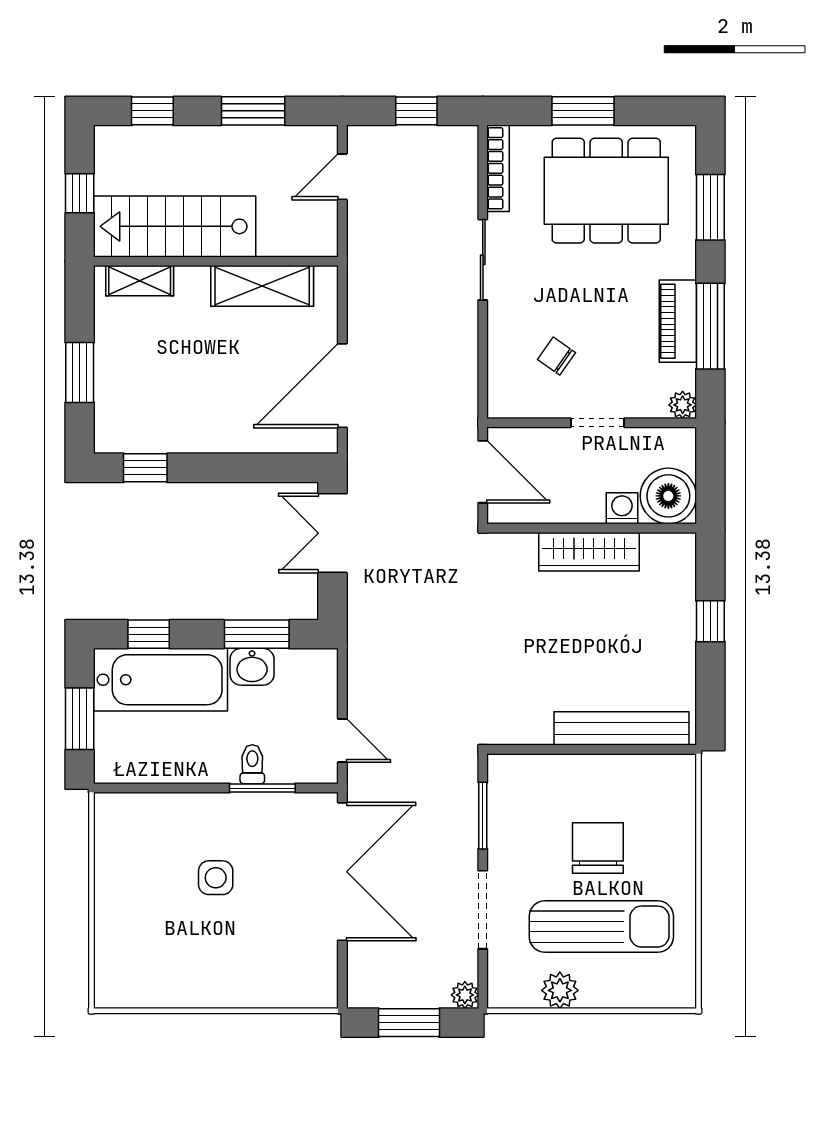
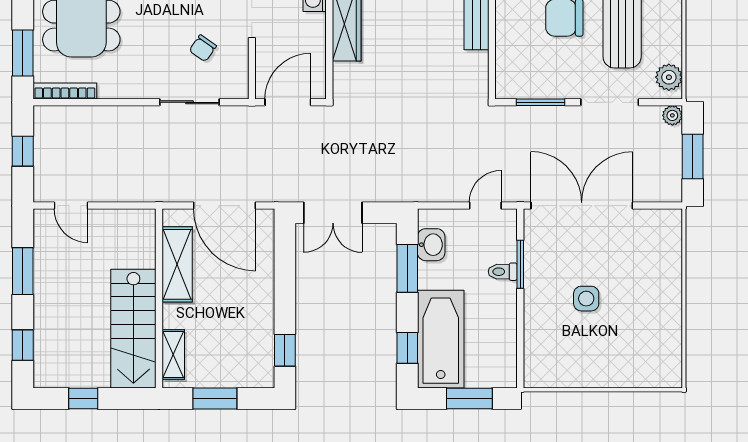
window: (583, 111) -> (23, 53), moved
stairs: (175, 226) -> (133, 329), moved
sliding door: (483, 260) -> (189, 102), moved
wall: (216, 261) -> (159, 298), moved
shelving: (140, 281) -> (173, 354), moved
shelving: (262, 286) -> (177, 264), moved
washbasin: (252, 667) -> (431, 245), moved
plant: (560, 990) -> (669, 77), moved

